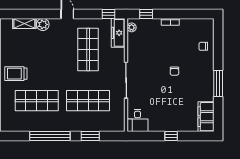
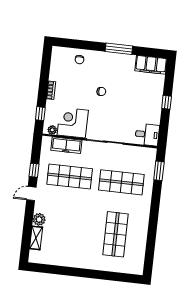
window: (108, 14) -> (34, 170), moved
freezer: (118, 33) -> (66, 145), moved
corner desk: (141, 47) -> (73, 123), added
trolley: (16, 74) -> (86, 252), removed
shop shelf: (88, 101) -> (121, 182), turned 90
window: (50, 136) -> (153, 225), removed
window: (90, 136) -> (159, 171), moved

